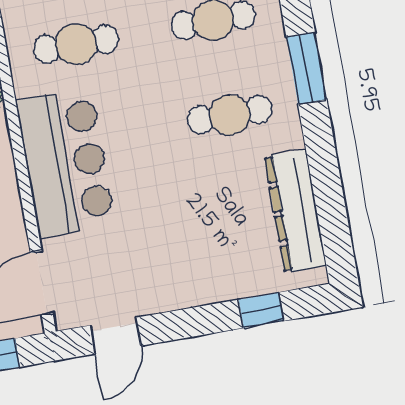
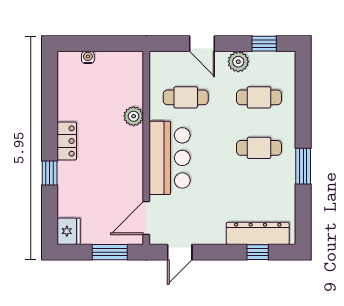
window: (307, 68) -> (303, 166), moved
dresser: (295, 211) -> (258, 233), moved, turned 90

